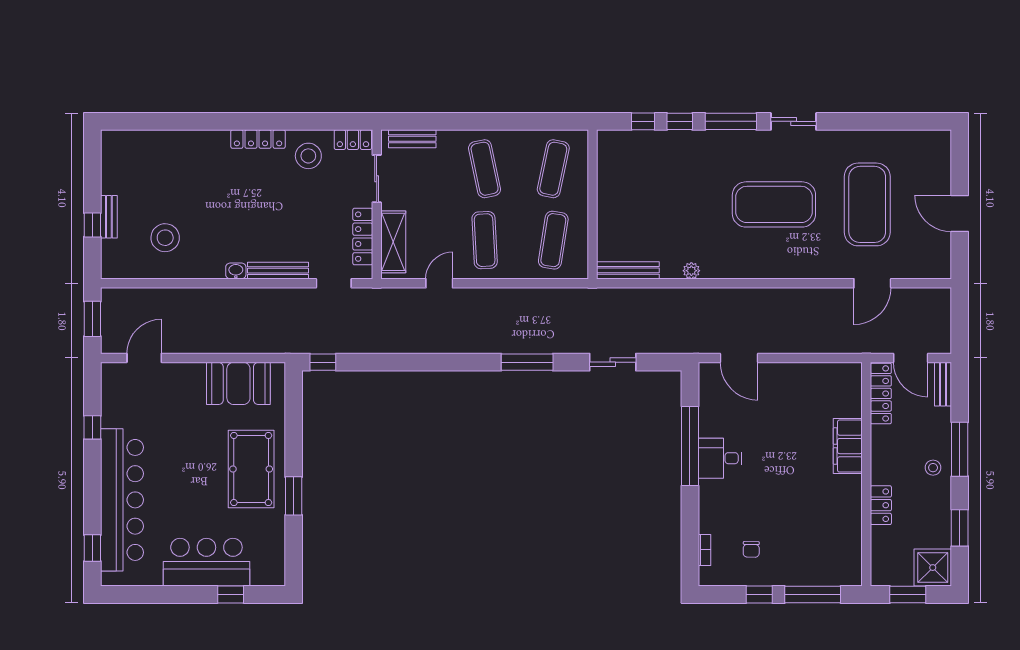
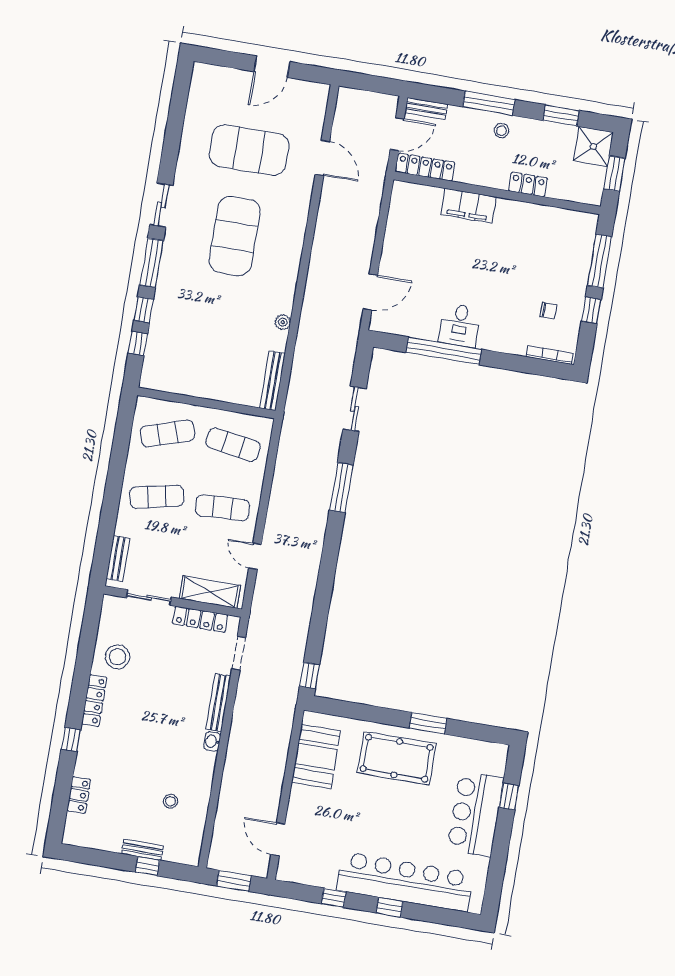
window: (213, 121) -> (71, 739), added
locker: (353, 140) -> (79, 795), moved
exercise mat: (553, 169) -> (167, 433), turned -30
stool: (165, 238) -> (170, 801), width x0.53, depth x0.53
window: (92, 548) -> (389, 907), moved
bookcase: (704, 550) -> (550, 355), width x1.56

